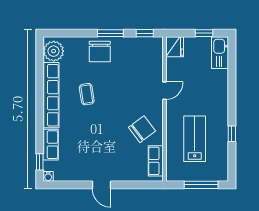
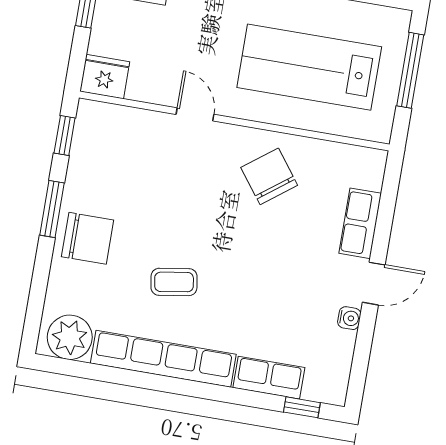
lab bench: (195, 139) -> (309, 67), width x1.36, depth x1.39
row of seats: (156, 161) -> (360, 223), moved, turned 90
water cooler: (48, 176) -> (349, 318), moved

